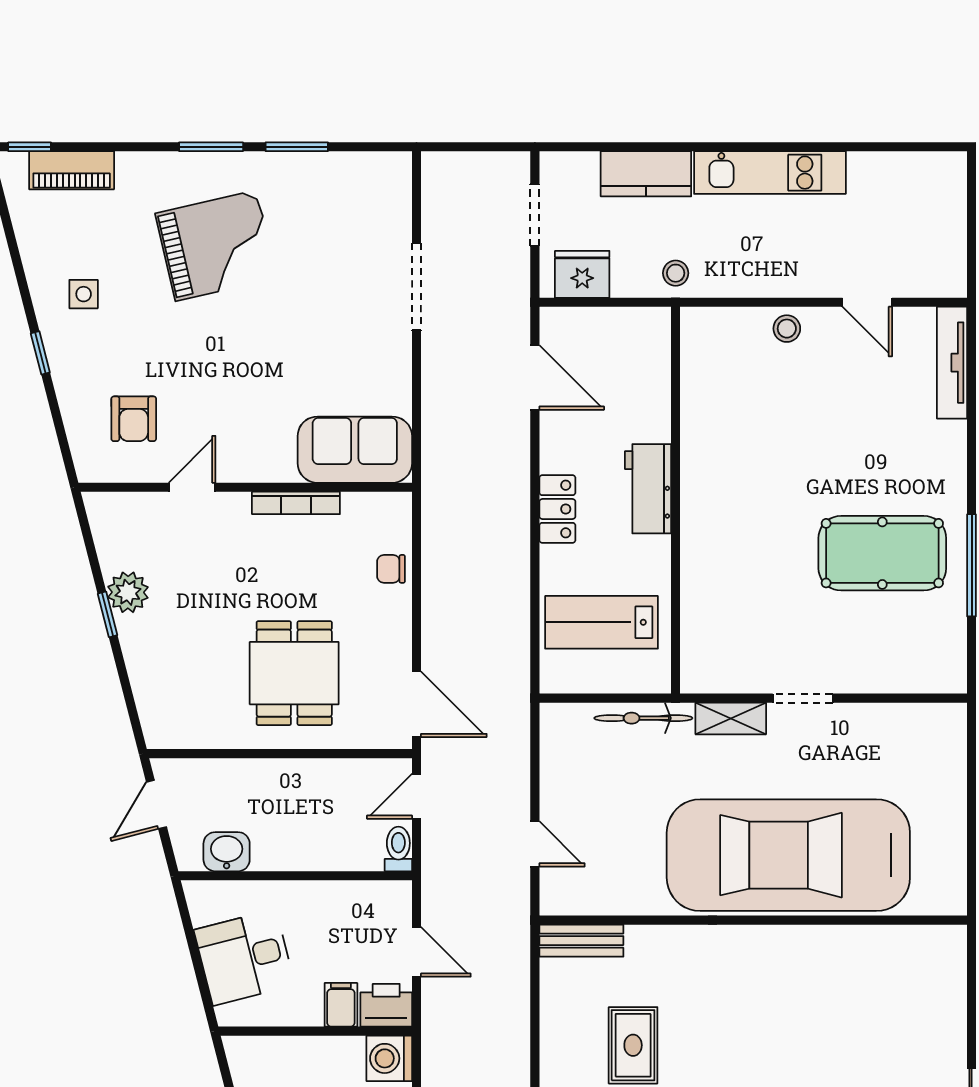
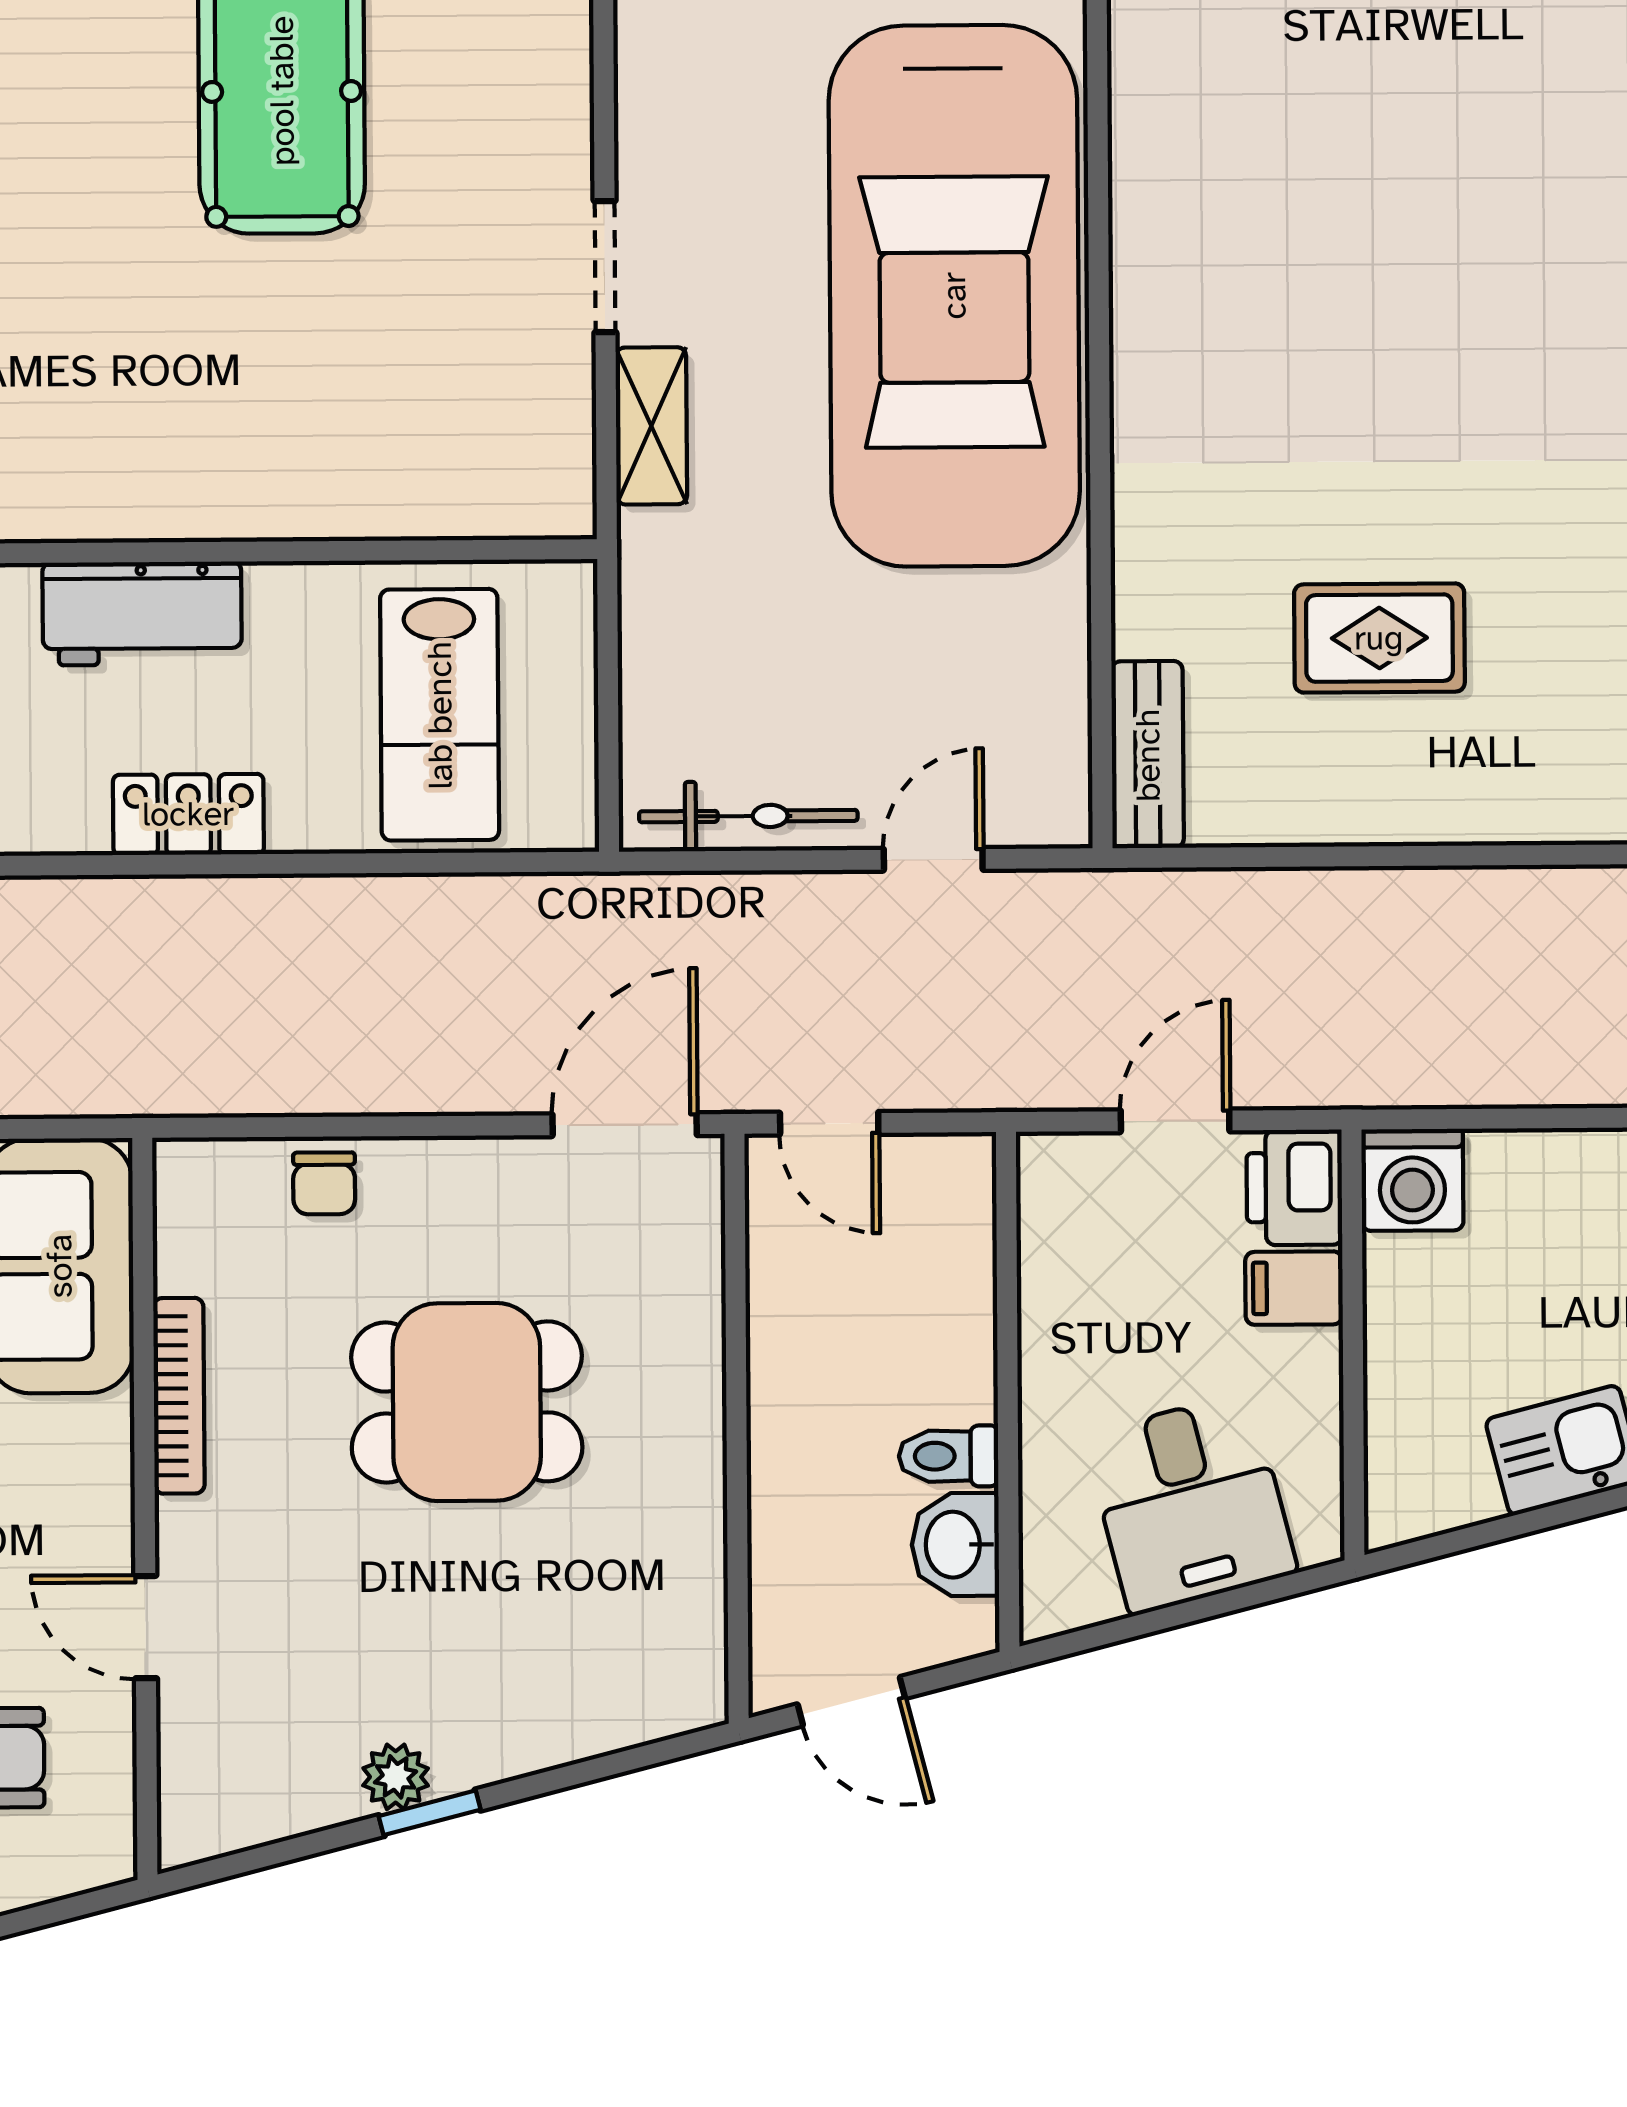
plant: (128, 592) -> (396, 1777), width x0.73, depth x0.73
dining table: (294, 673) -> (467, 1402), moved
bicycle: (643, 718) -> (748, 816), moved, turned -90
toilet: (398, 849) -> (949, 1456), moved

